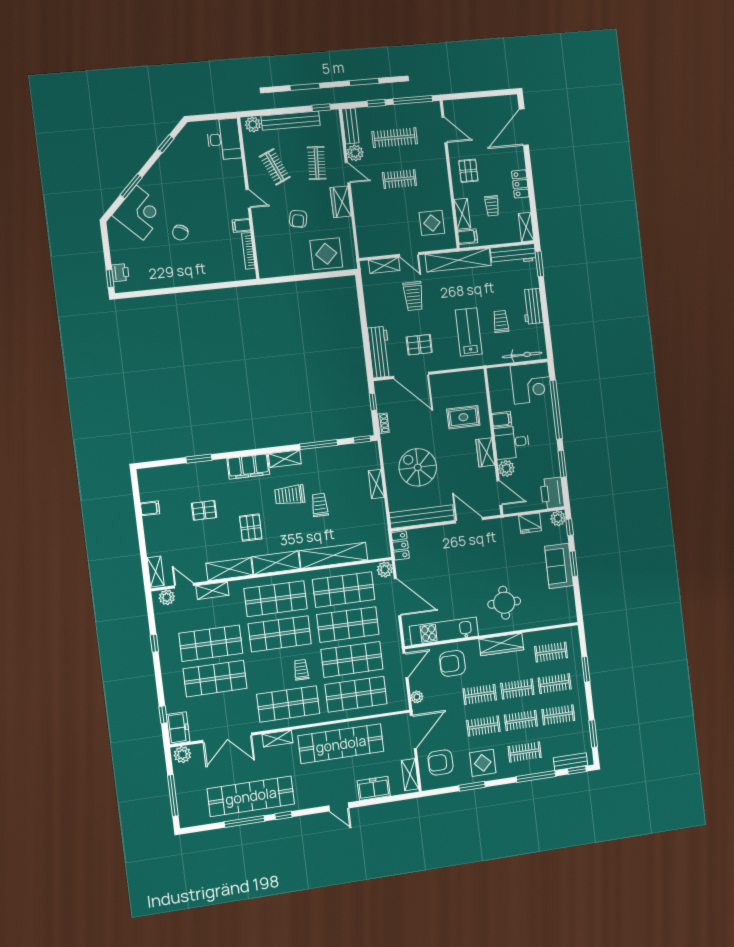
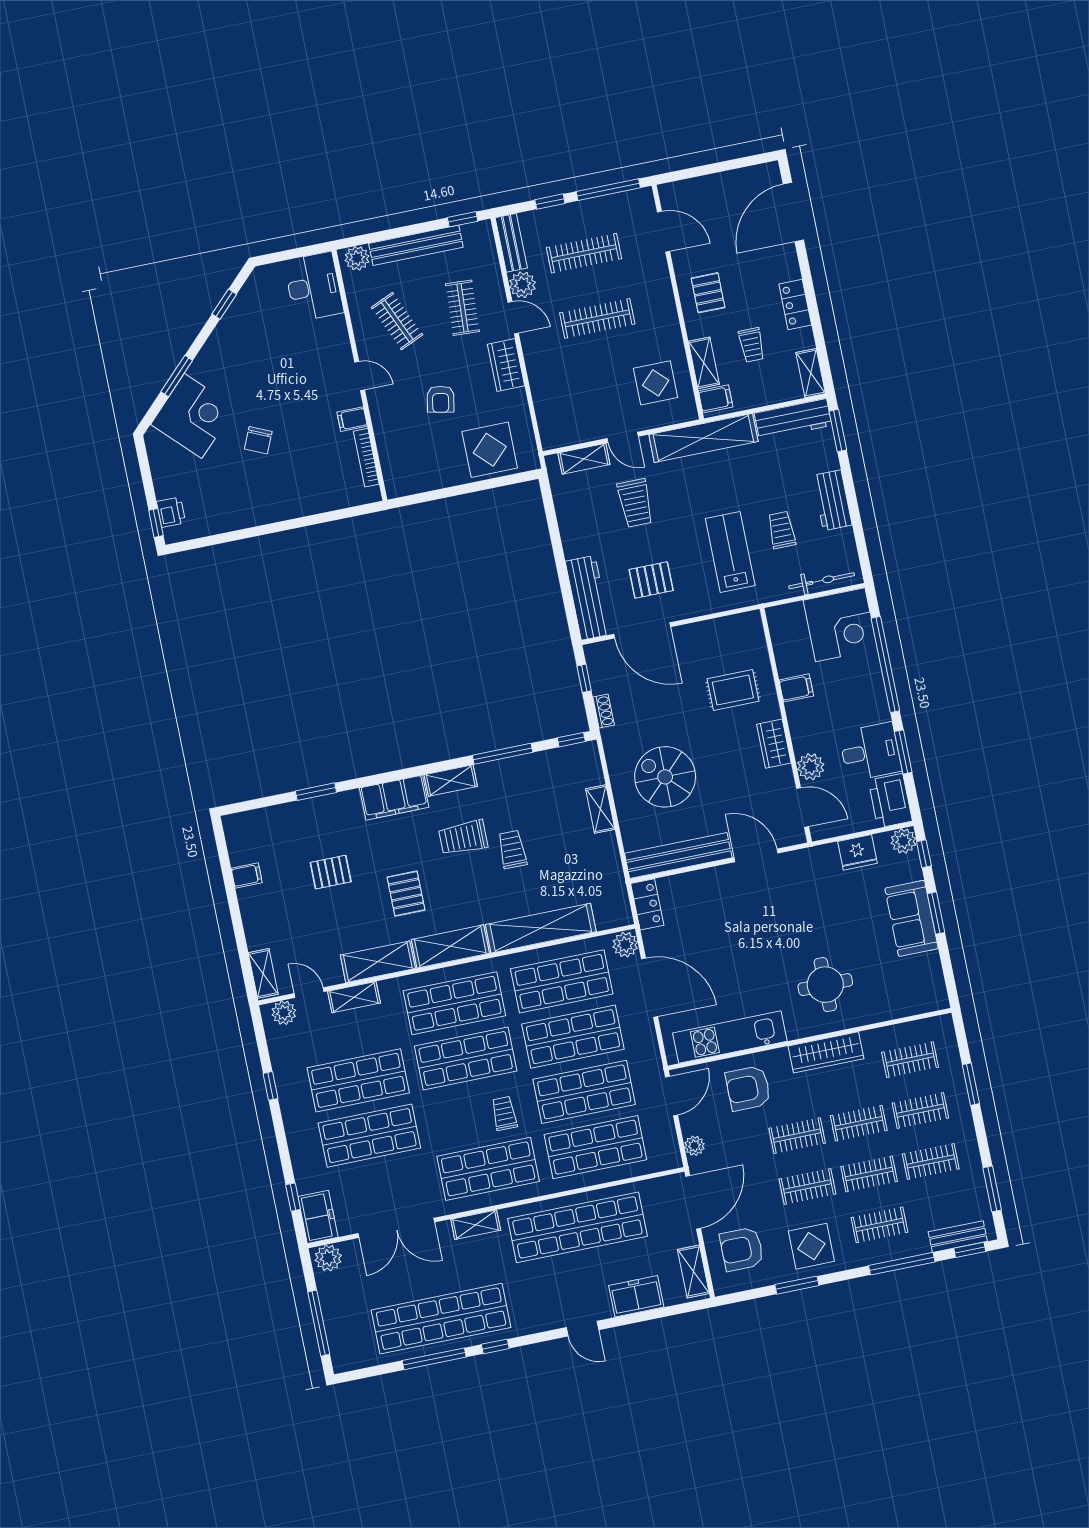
clothes rail: (400, 179) -> (597, 318), width x1.36
desk: (512, 442) -> (870, 752), moved, turned 180

